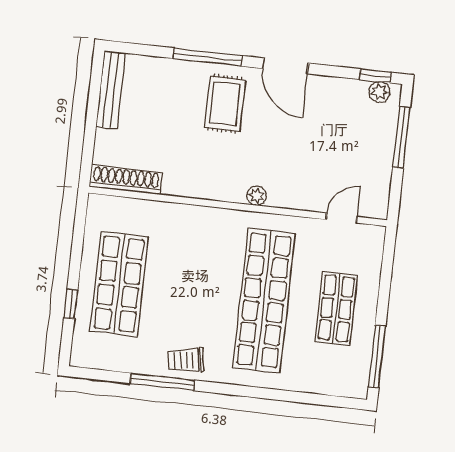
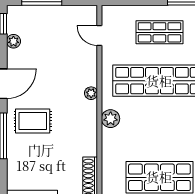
plant: (379, 92) -> (13, 41), moved
plant: (215, 221) -> (111, 119), added

